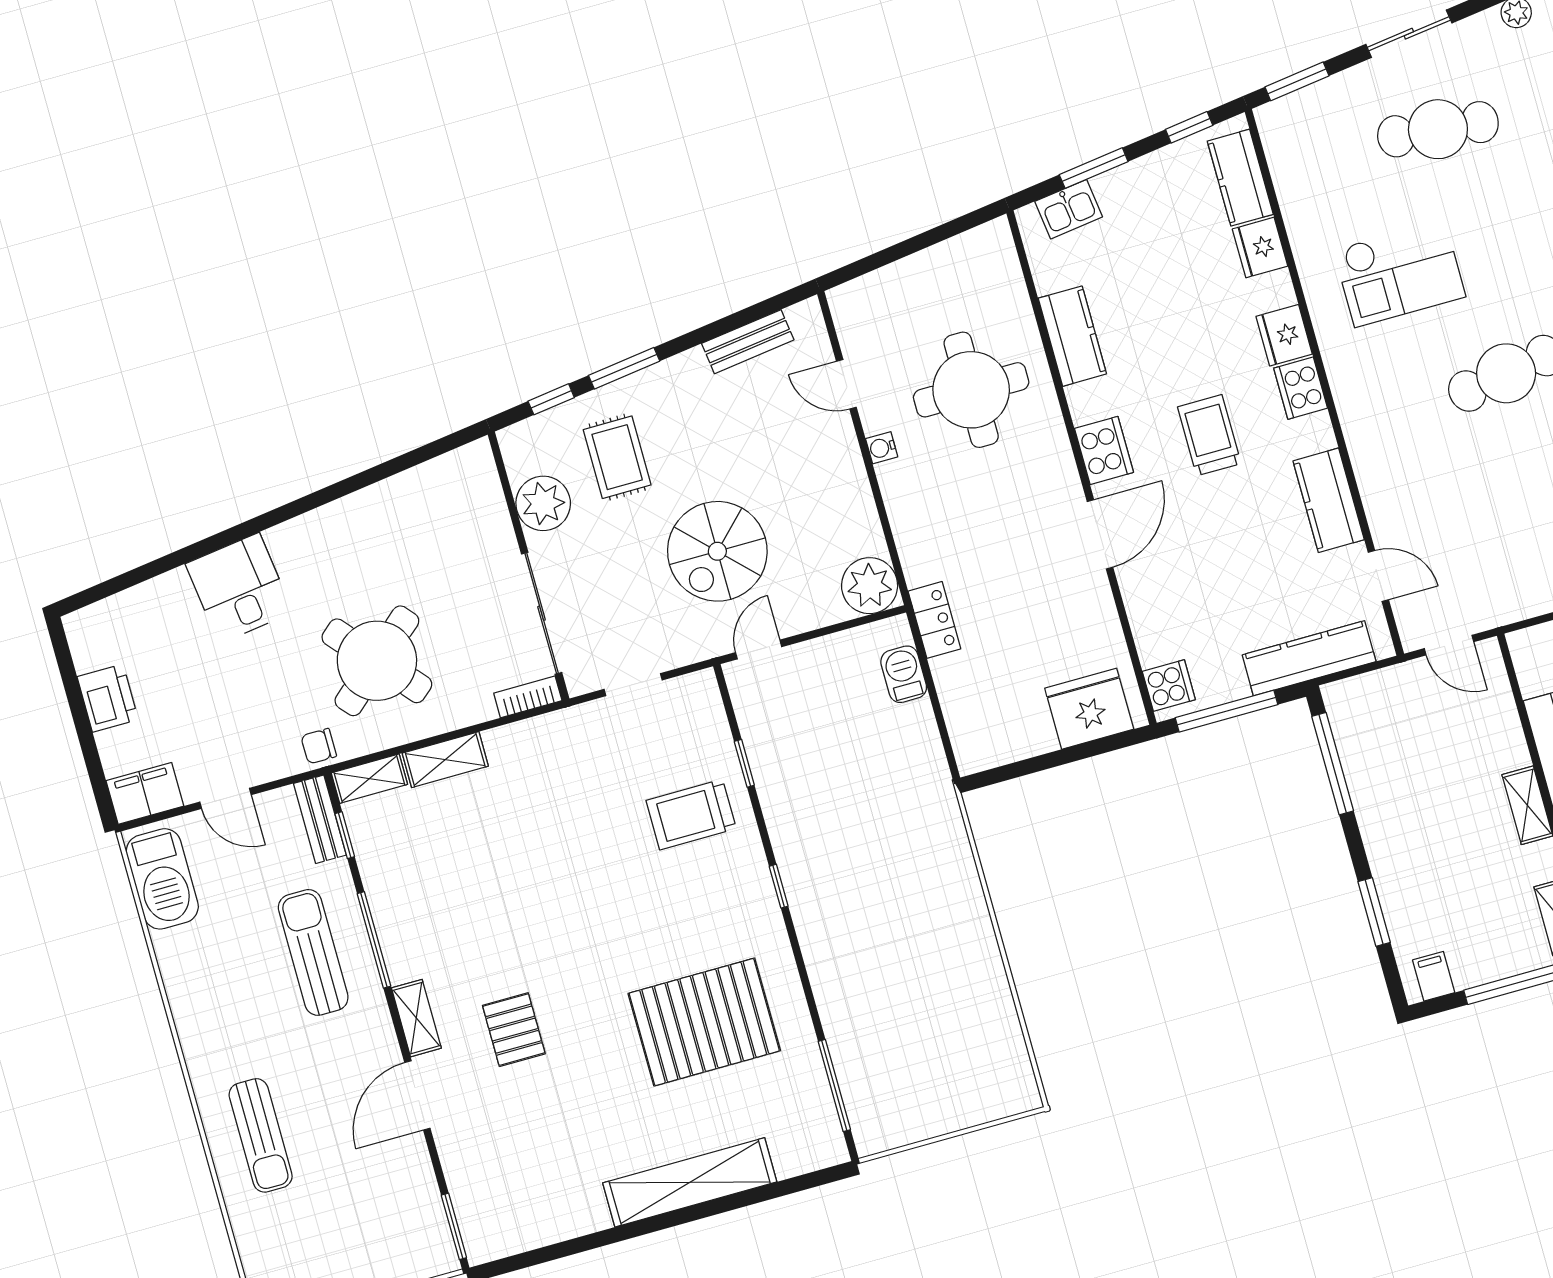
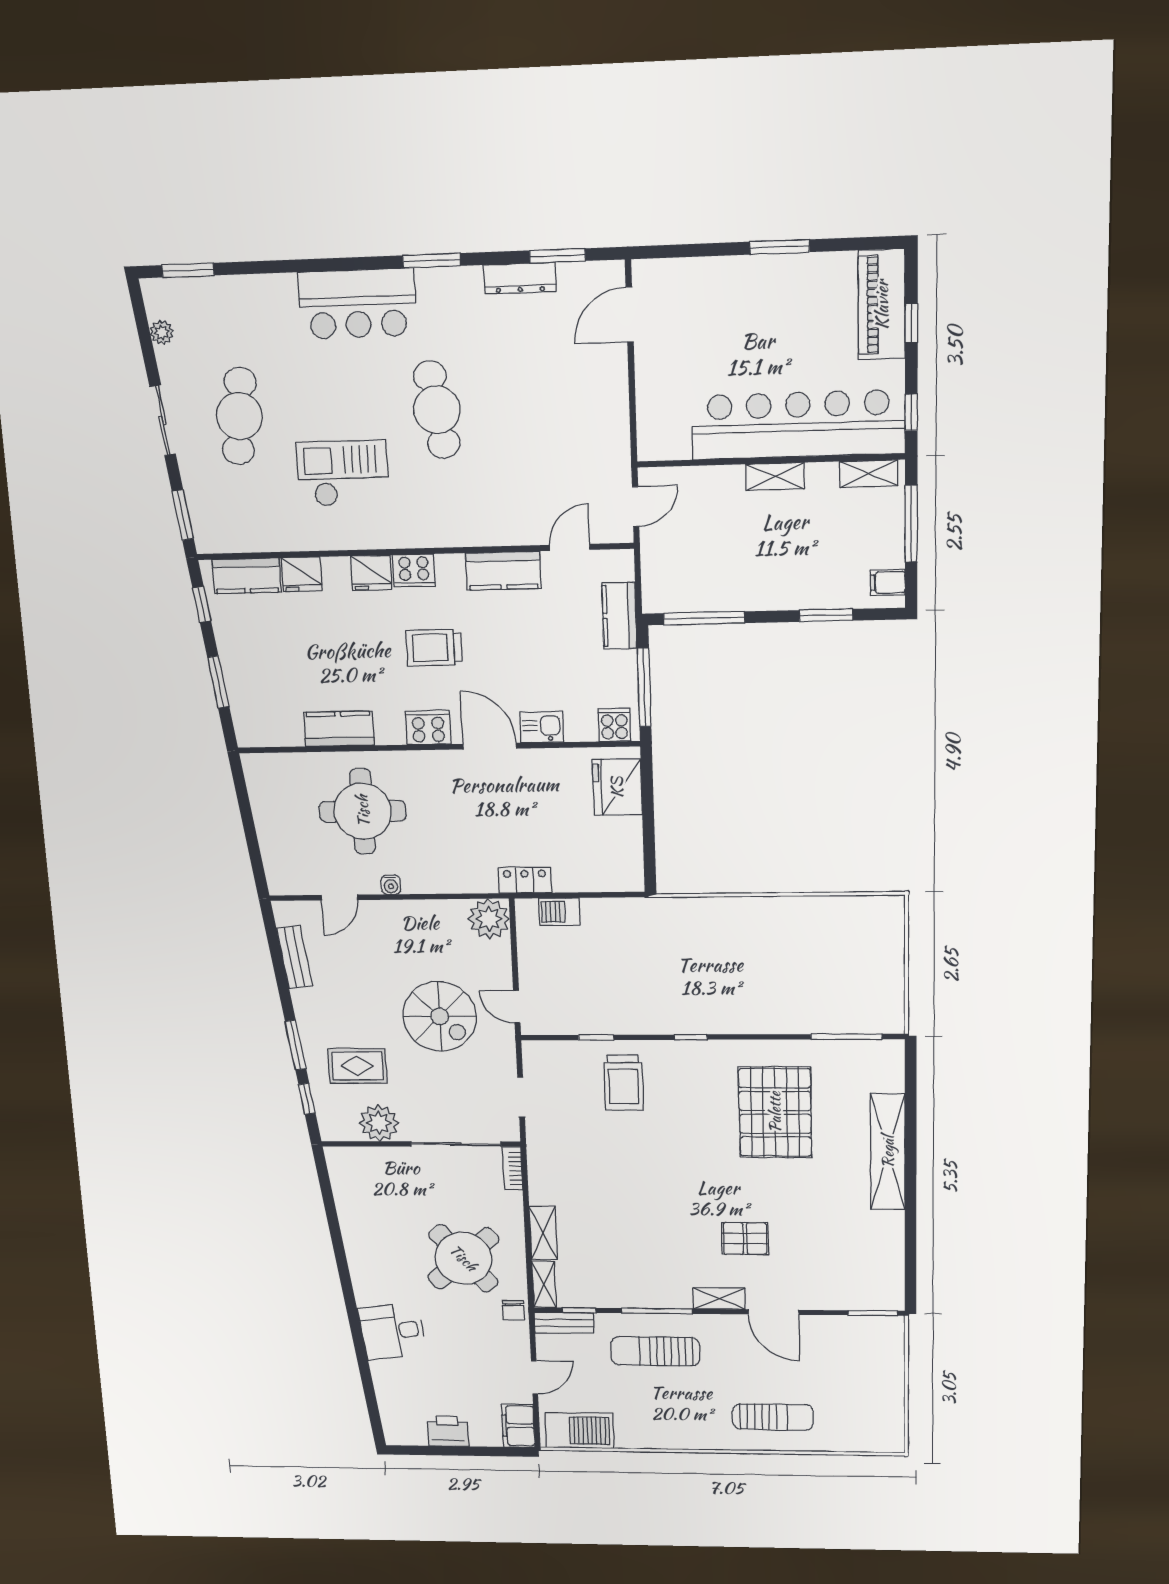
kitchen sink: (1069, 209) -> (542, 727), moved, turned -83
checkout: (1399, 273) -> (343, 473), turned -90
kitchen counter: (1309, 658) -> (619, 616), width x0.67

